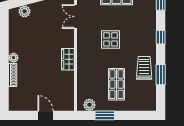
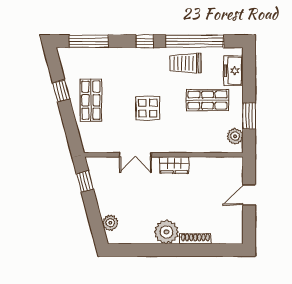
double door: (76, 16) -> (135, 155), moved
plant: (14, 58) -> (166, 232), width x1.87, depth x1.87
window: (161, 75) -> (195, 41), width x2.11
freezer: (139, 104) -> (233, 71), added

